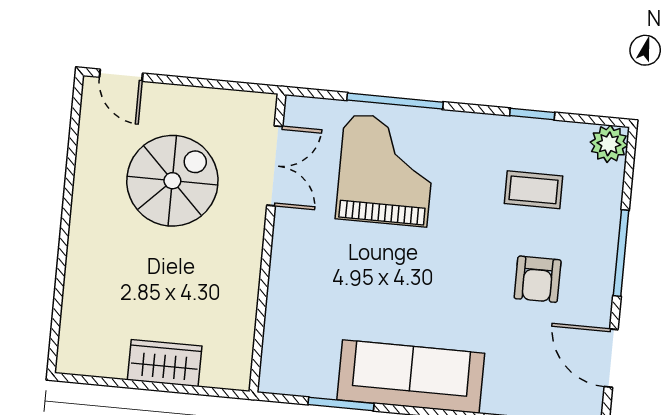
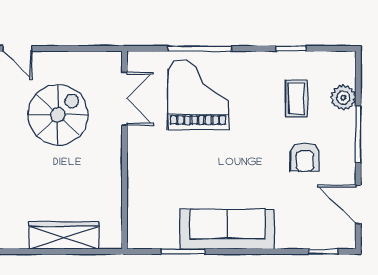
plant: (609, 144) -> (343, 98), moved
coffee table: (533, 190) -> (297, 98), turned 90
wardrobe: (165, 363) -> (64, 236), width x1.50

